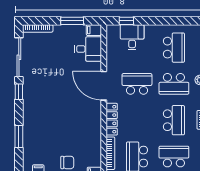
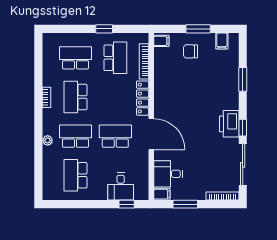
school desk: (137, 84) -> (115, 136), turned 180
printer: (31, 95) -> (229, 124), added
school desk: (174, 157) -> (75, 58), turned 180

